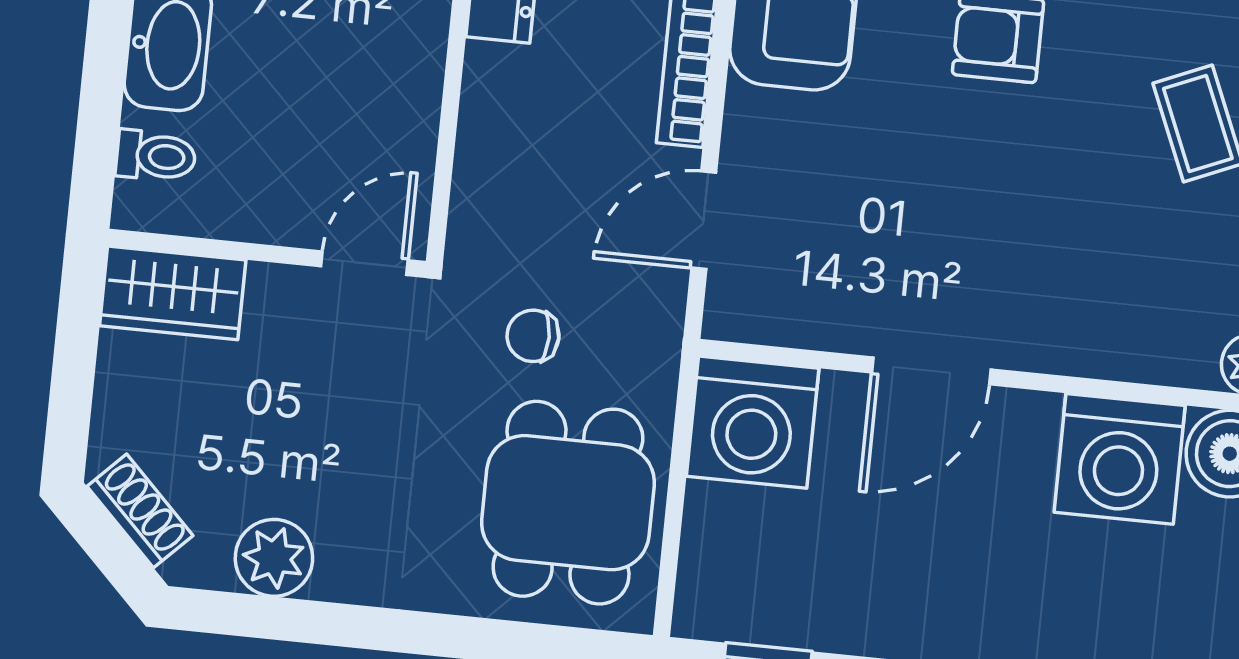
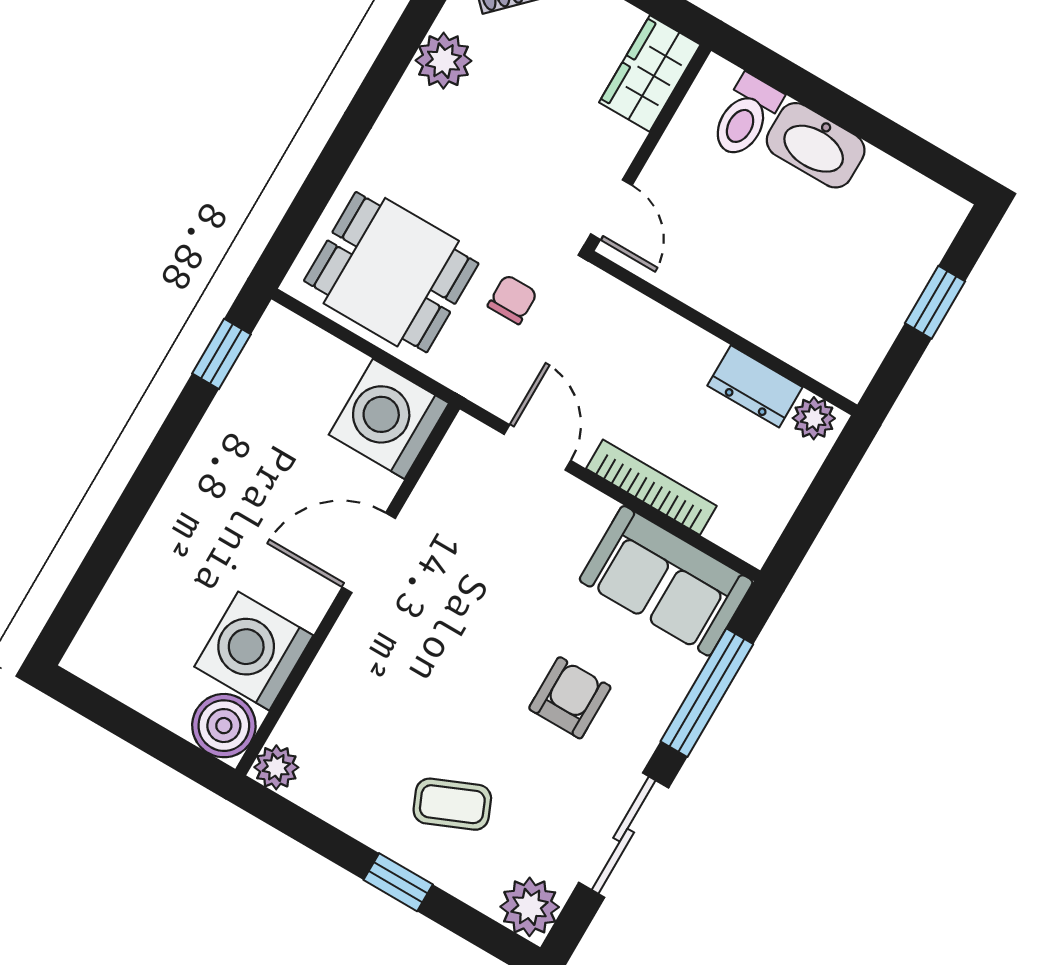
toilet: (156, 156) -> (746, 116), width x1.37, depth x1.39
door: (931, 371) -> (369, 553), hinge flipped

